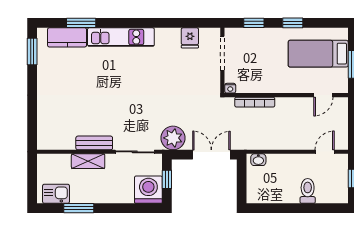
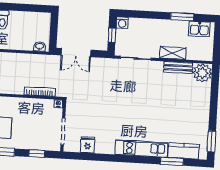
plant: (173, 138) -> (202, 73), moved
bench: (94, 143) -> (178, 68), moved
washing machine: (148, 190) -> (122, 23), width x0.53, depth x0.53

